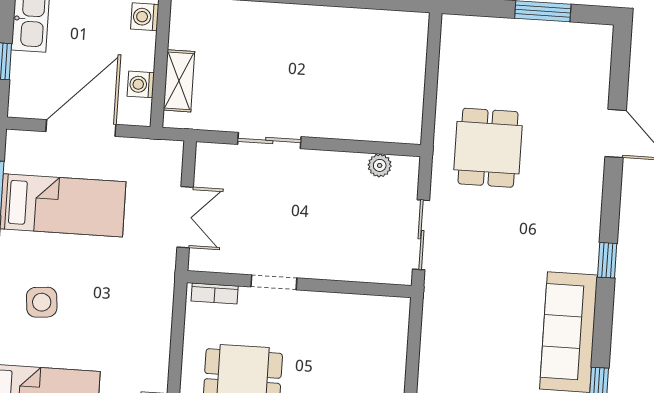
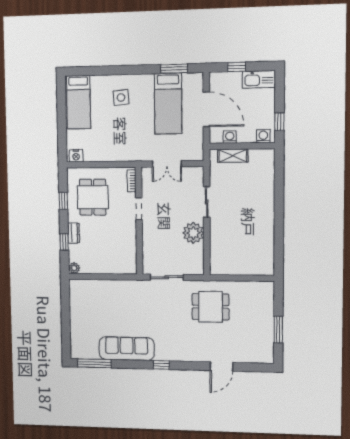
plant: (380, 165) -> (193, 233), moved, width x1.88, depth x1.88

